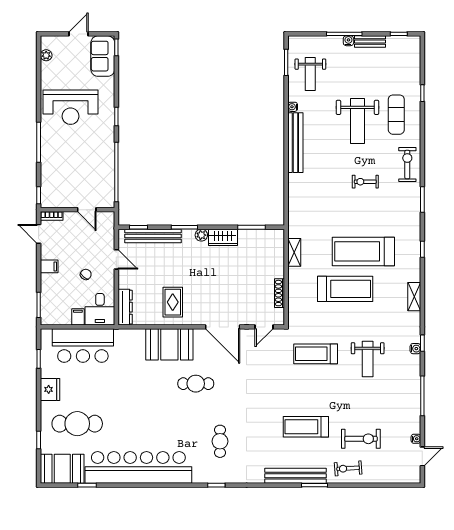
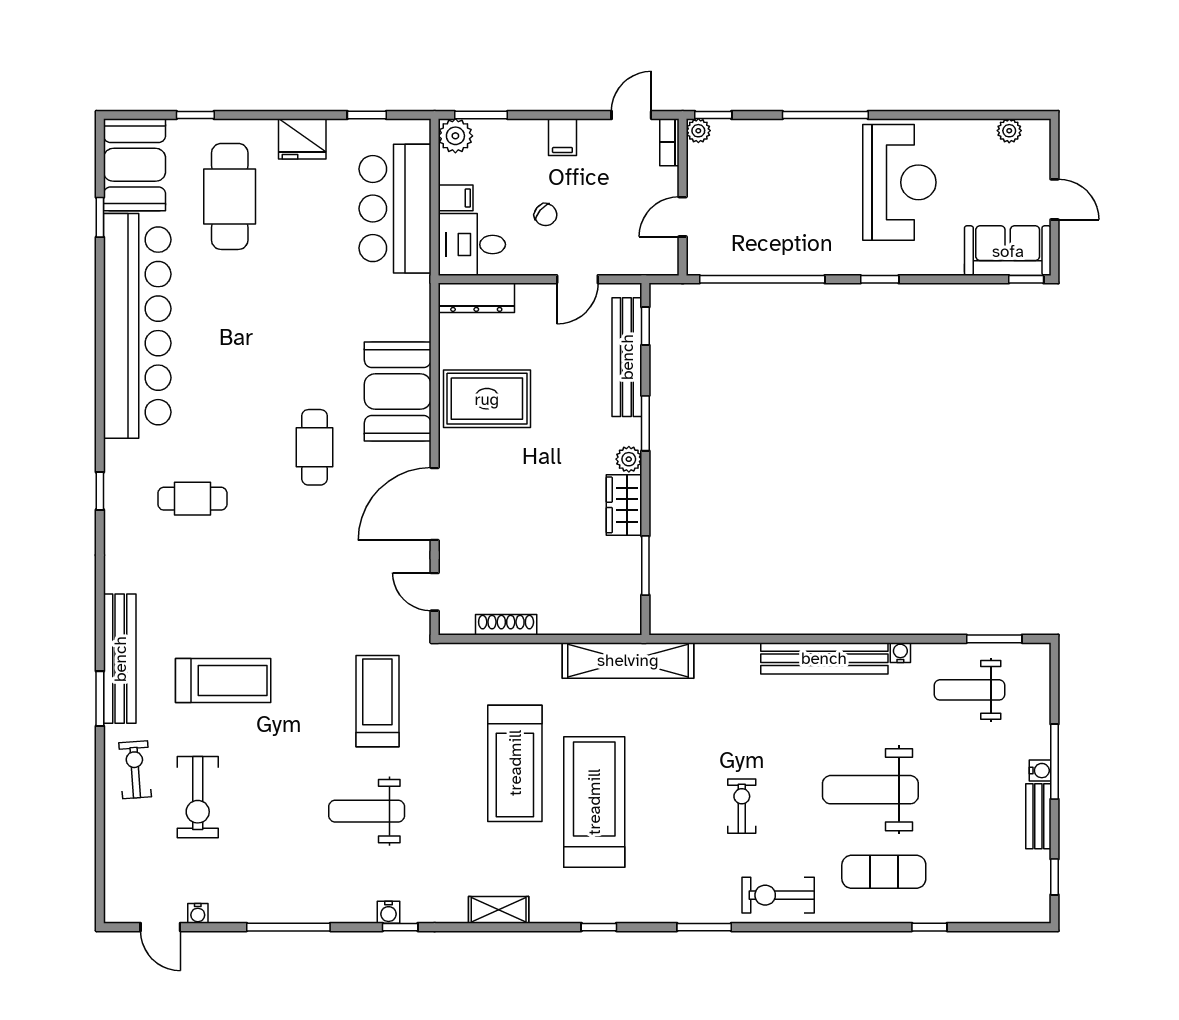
reception desk: (71, 107) -> (899, 182), turned 180
exercise bike: (407, 165) -> (778, 895), turned 180
plant: (46, 202) -> (698, 131), added
shelving: (294, 252) -> (628, 660), width x2.20, depth x1.33
rug: (173, 302) -> (487, 399), width x1.36, depth x1.43
plant: (49, 317) -> (455, 136), added
treadmill: (306, 427) -> (223, 681), turned 90

